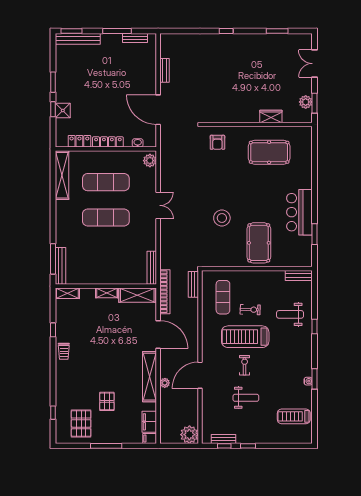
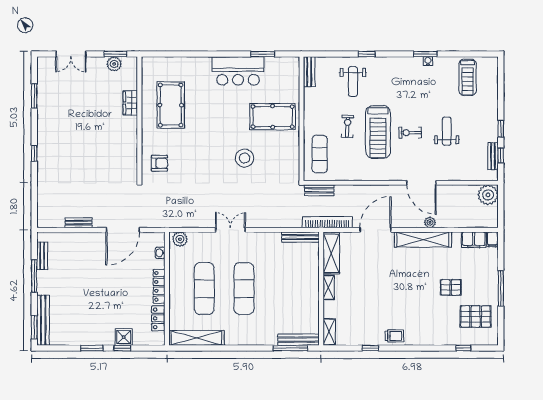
exercise mat: (223, 297) -> (320, 154), moved, turned 90

